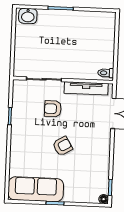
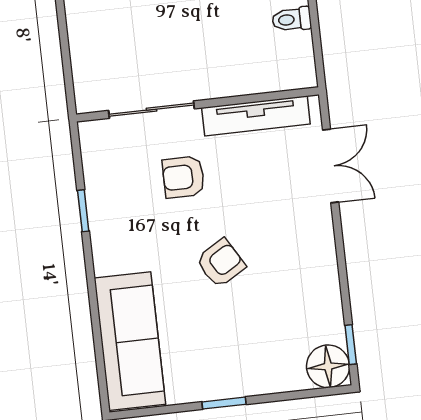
toilet: (106, 73) -> (292, 19), moved
sofa: (36, 189) -> (130, 341), moved, turned 90
floor lamp: (104, 199) -> (328, 366), width x1.89, depth x1.89

